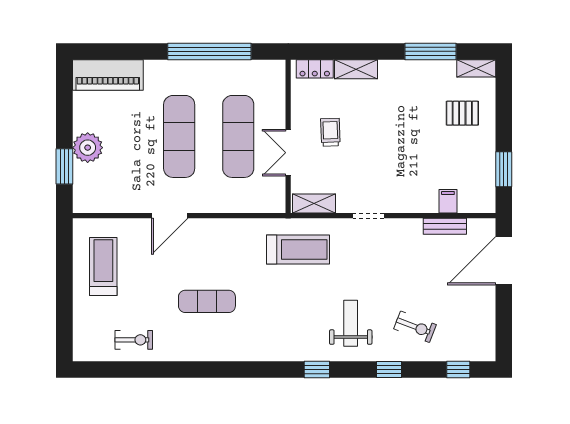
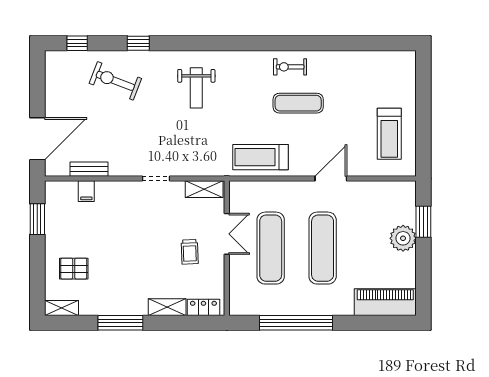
window: (430, 51) -> (120, 323), moved
treadmill: (298, 250) -> (260, 157), moved
weight bench: (351, 323) -> (196, 88), moved
exercise bike: (415, 327) -> (115, 81), width x1.38, depth x1.39
exercise bike: (134, 340) -> (290, 67), moved
window: (317, 369) -> (202, 43), removed

